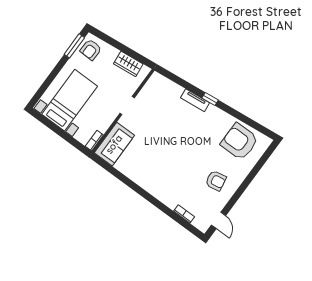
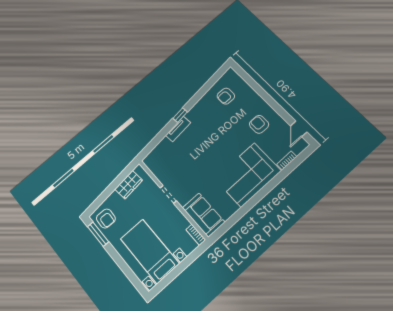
armchair: (239, 142) -> (226, 96), width x0.53, depth x0.53
corner sofa: (162, 179) -> (248, 175), added
armchair: (216, 181) -> (259, 124), turned -80
door: (219, 220) -> (299, 129), swing flipped

